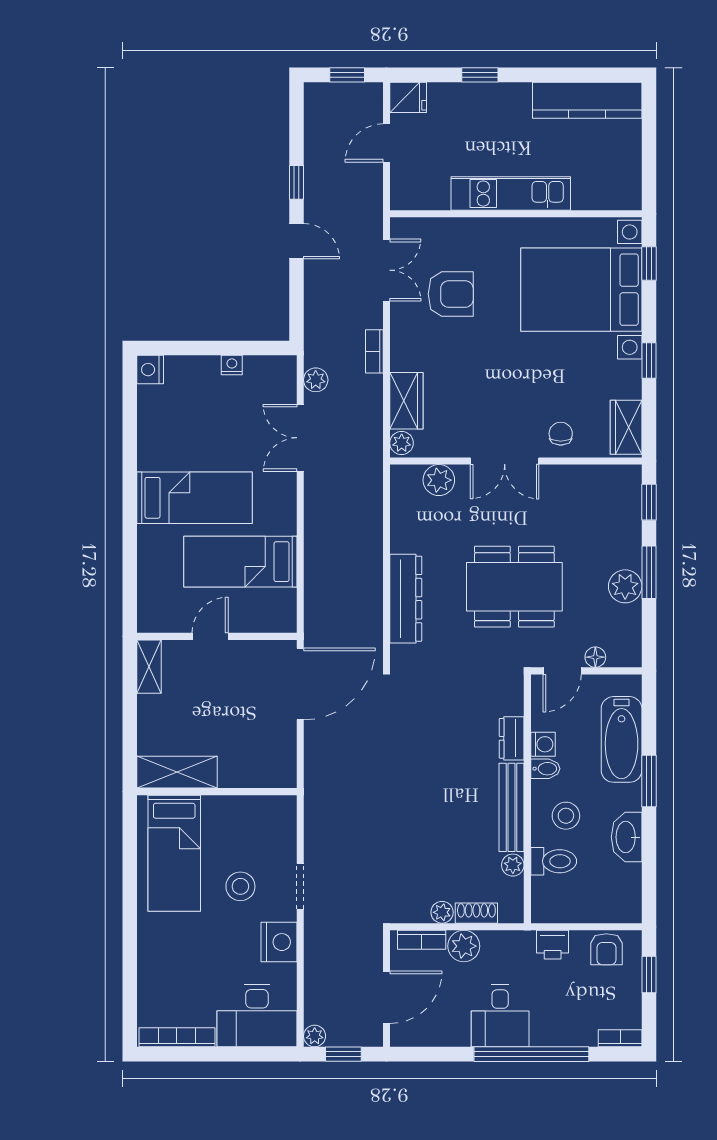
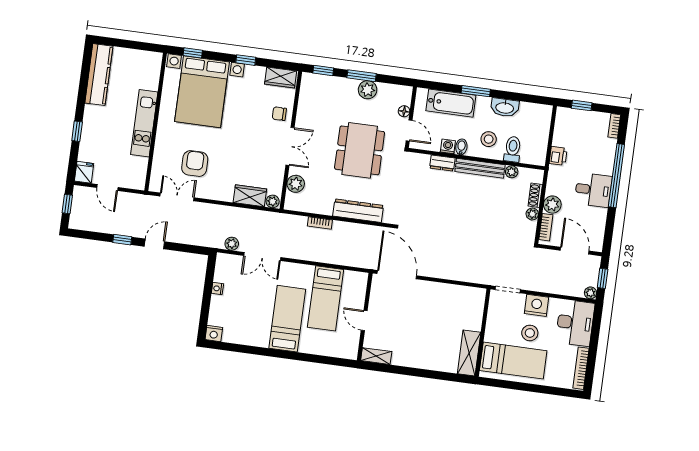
bookcase: (374, 351) -> (320, 223), moved
shelving: (177, 772) -> (469, 353), moved
wall: (217, 792) -> (483, 333), moved
bed: (174, 853) -> (513, 361), moved
stool: (240, 886) -> (530, 333), moved
armchair: (606, 949) -> (565, 127), removed

